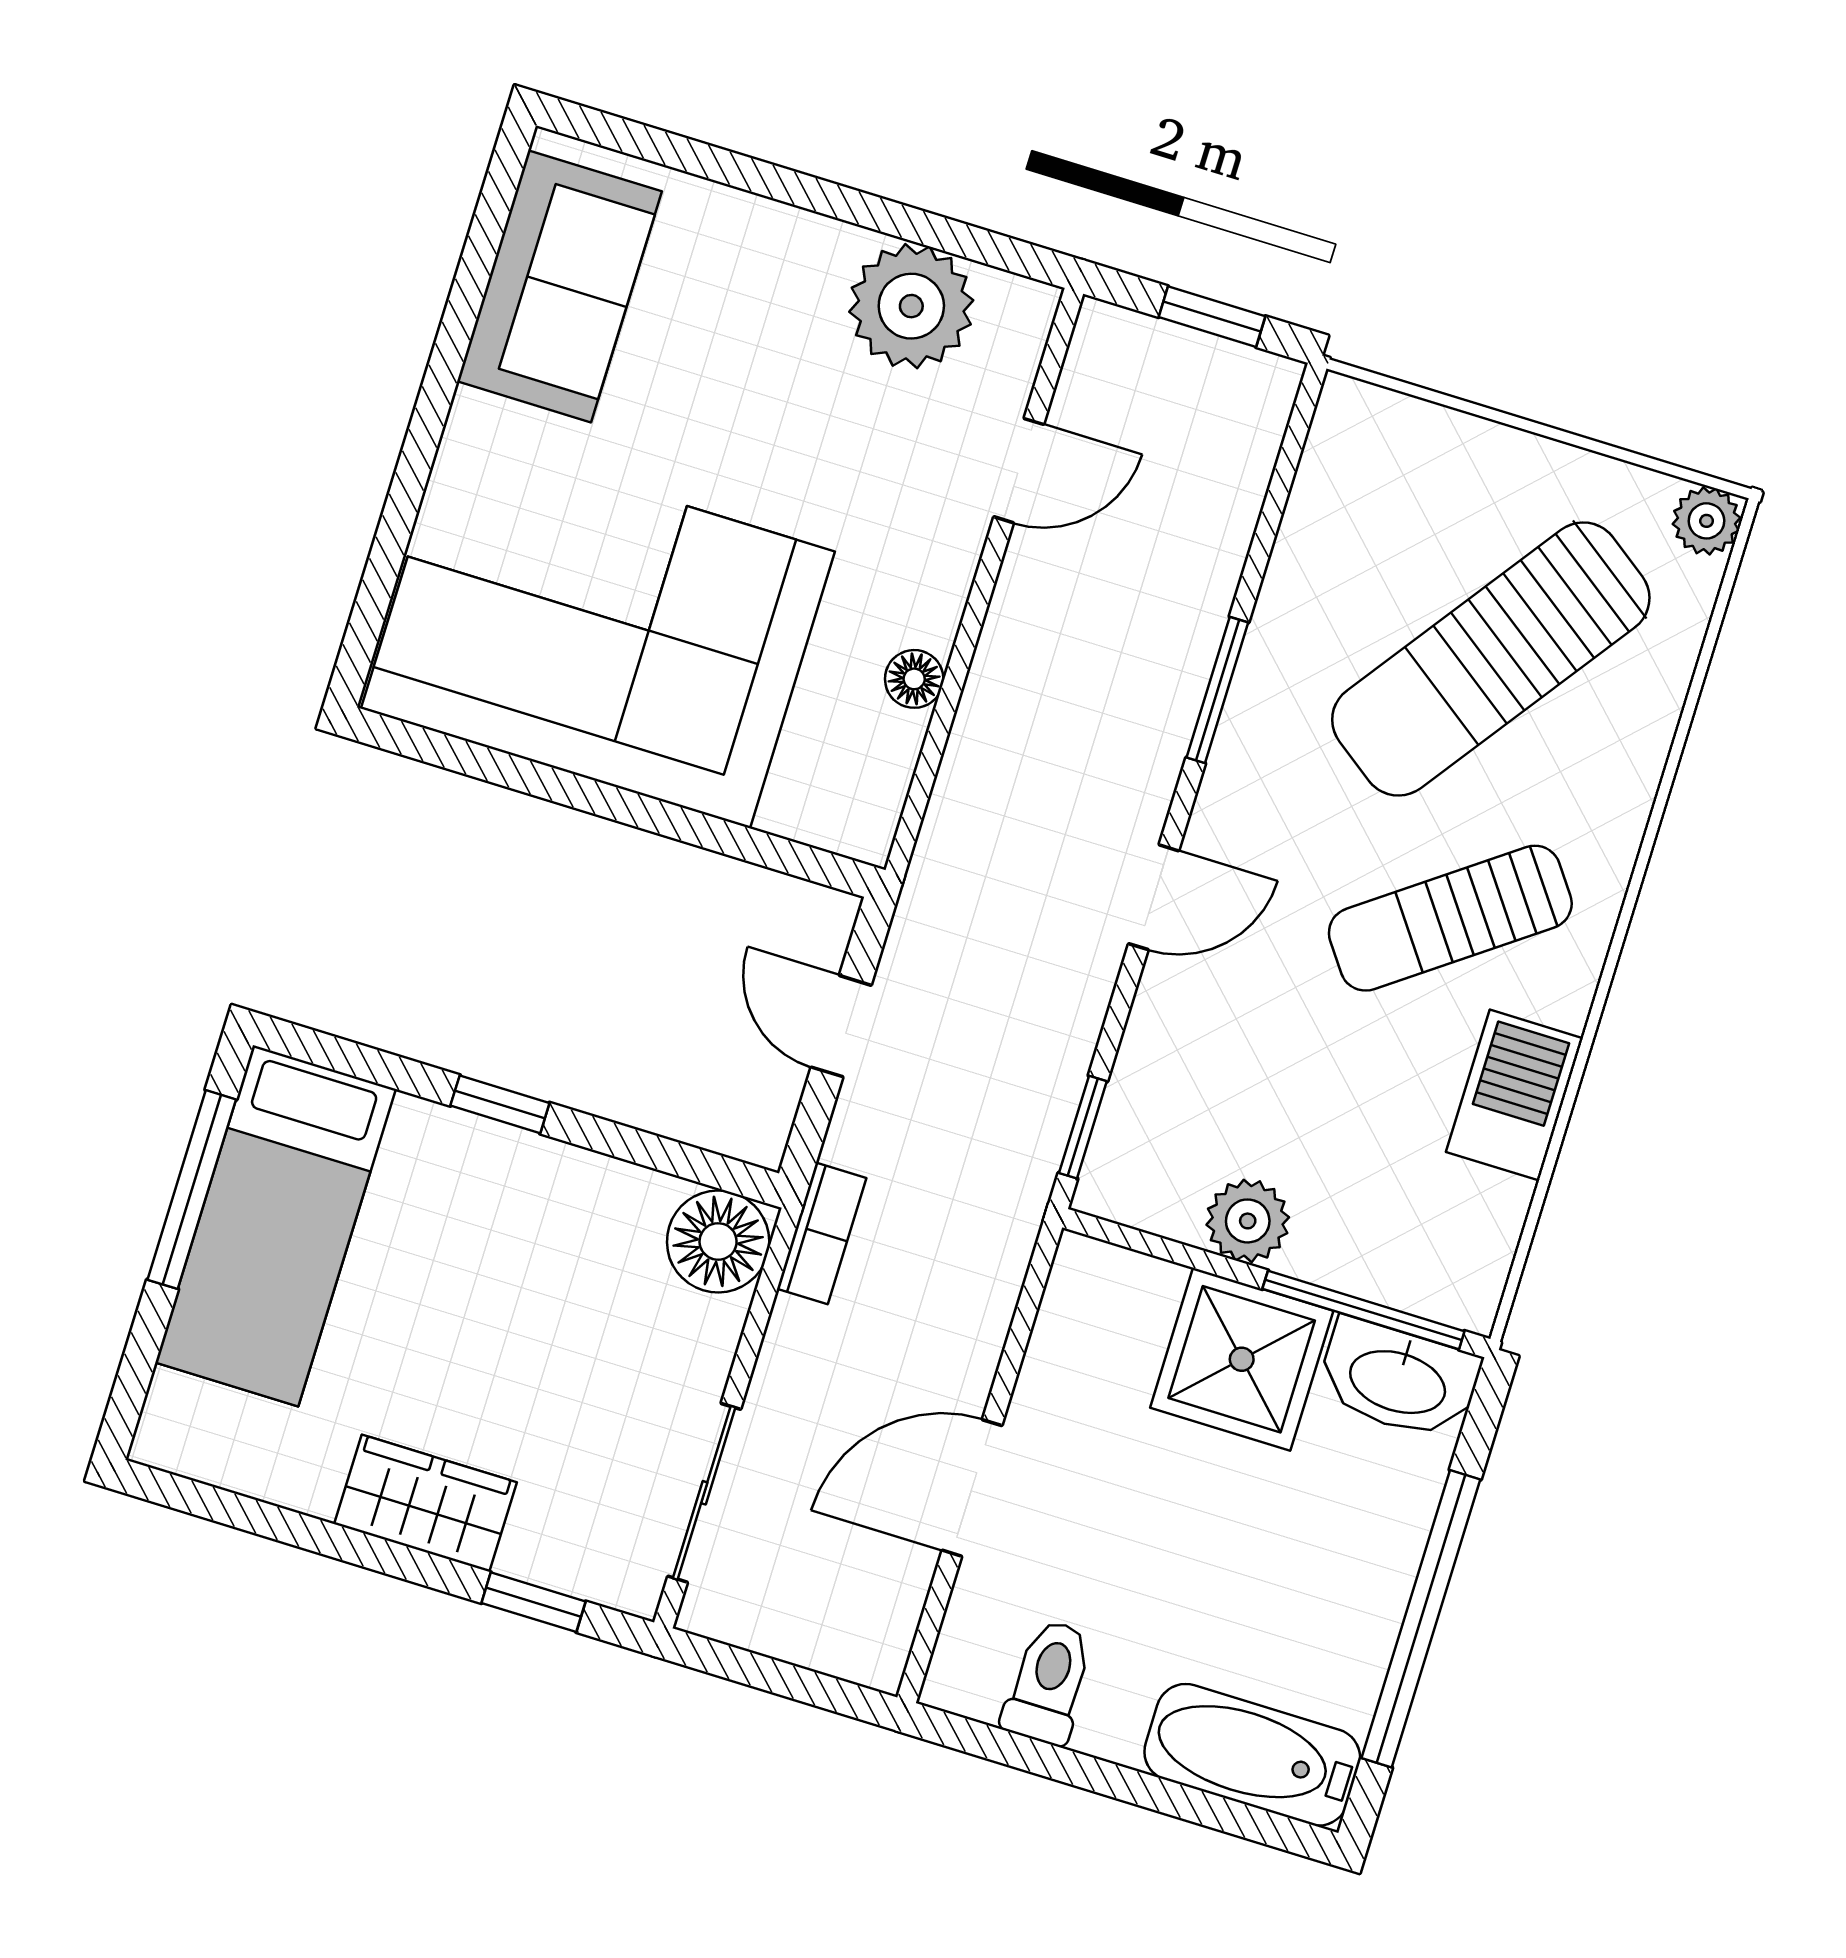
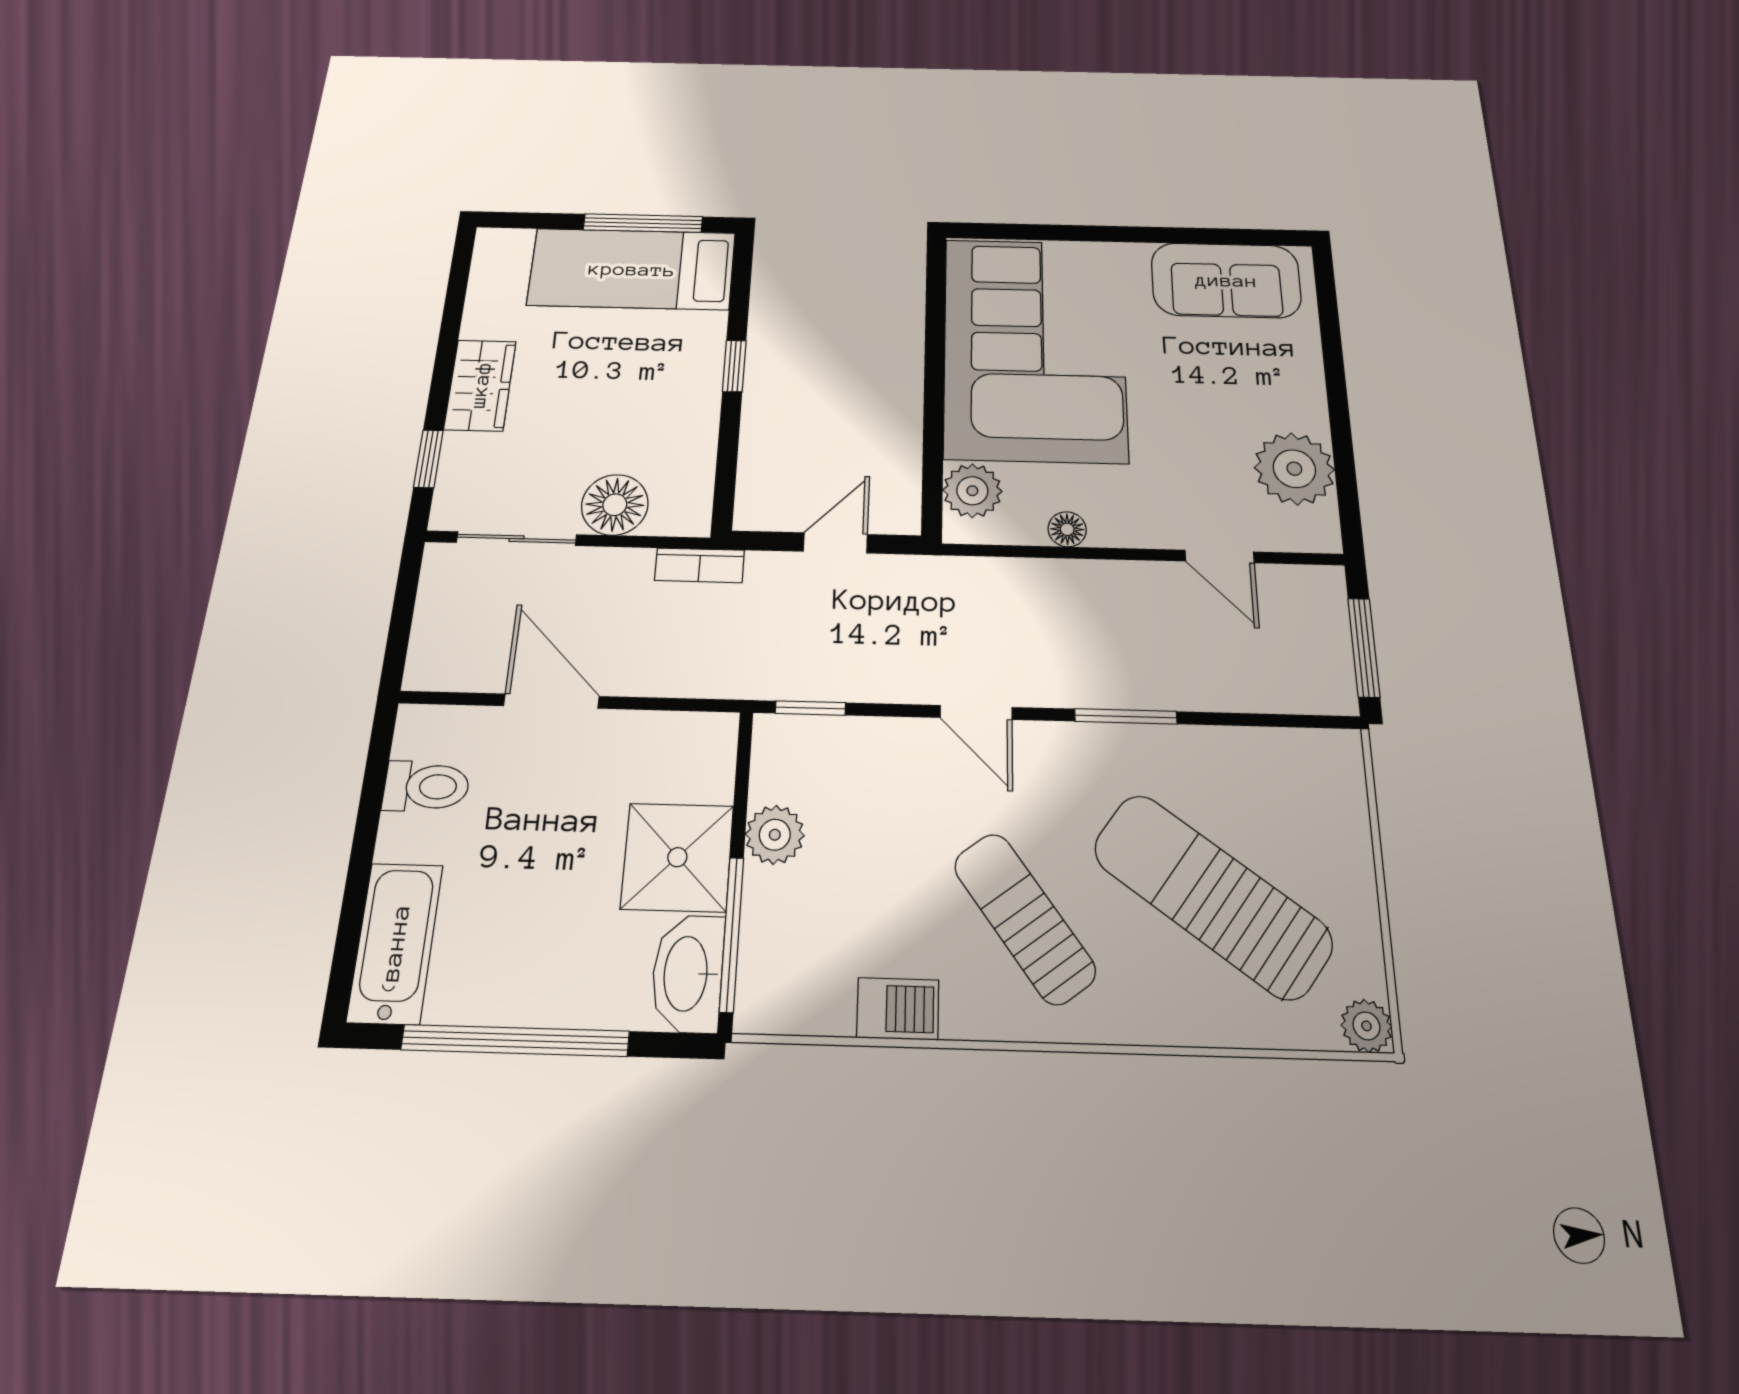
window: (1212, 317) -> (1364, 647), width x1.50
plant: (813, 800) -> (972, 491), added
barbecue: (1514, 1095) -> (898, 1009), width x0.73, depth x0.79
floor lamp: (718, 1241) -> (615, 505), moved

